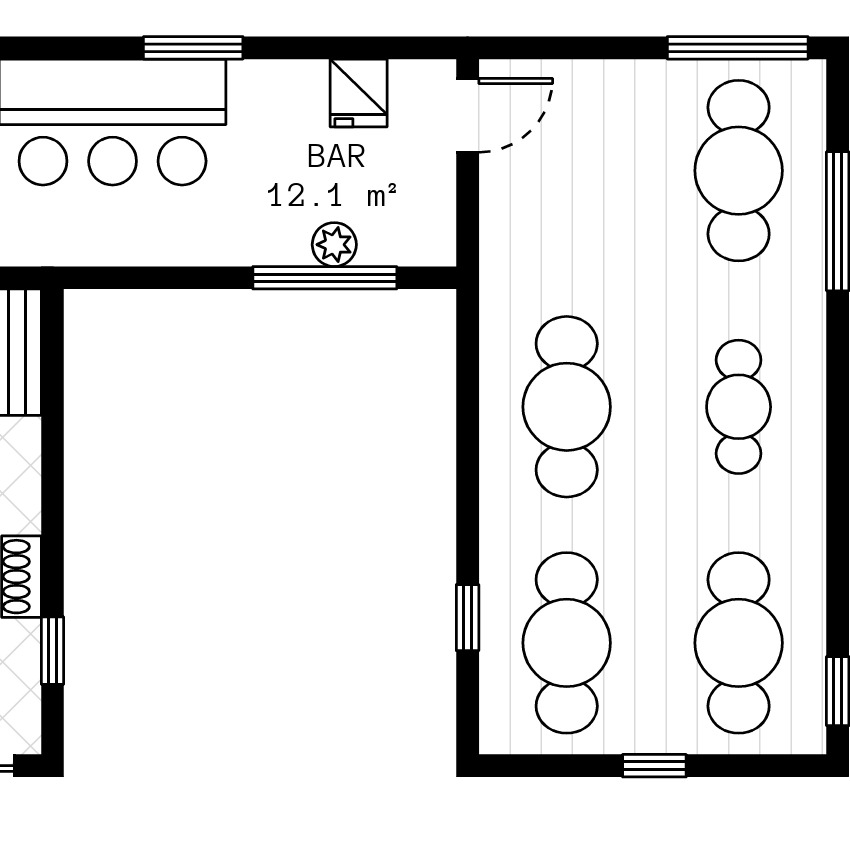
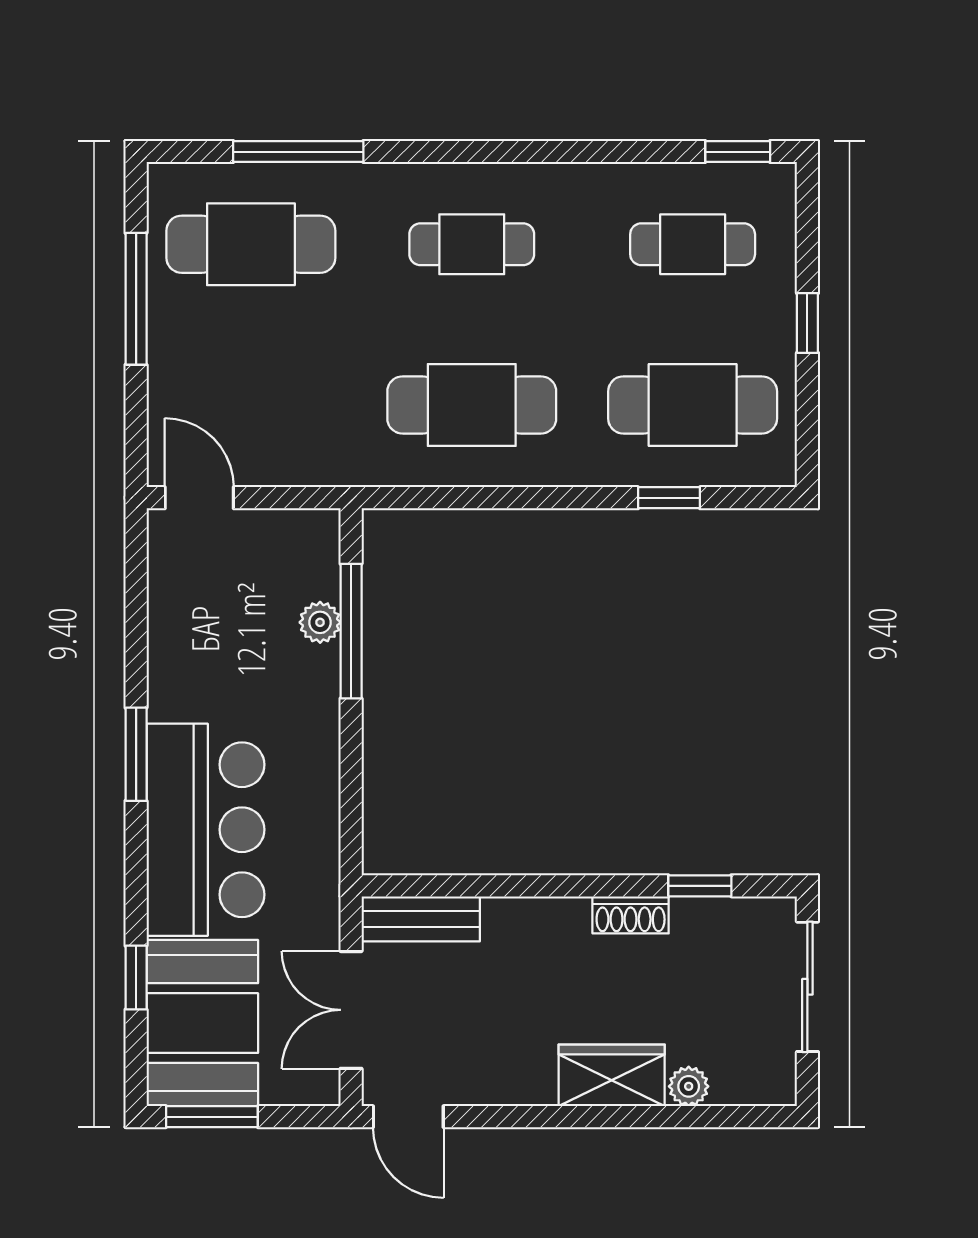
window: (738, 48) -> (136, 299), moved
fridge: (359, 93) -> (178, 600), removed
cafe table: (739, 643) -> (693, 244), width x0.73, depth x0.74

